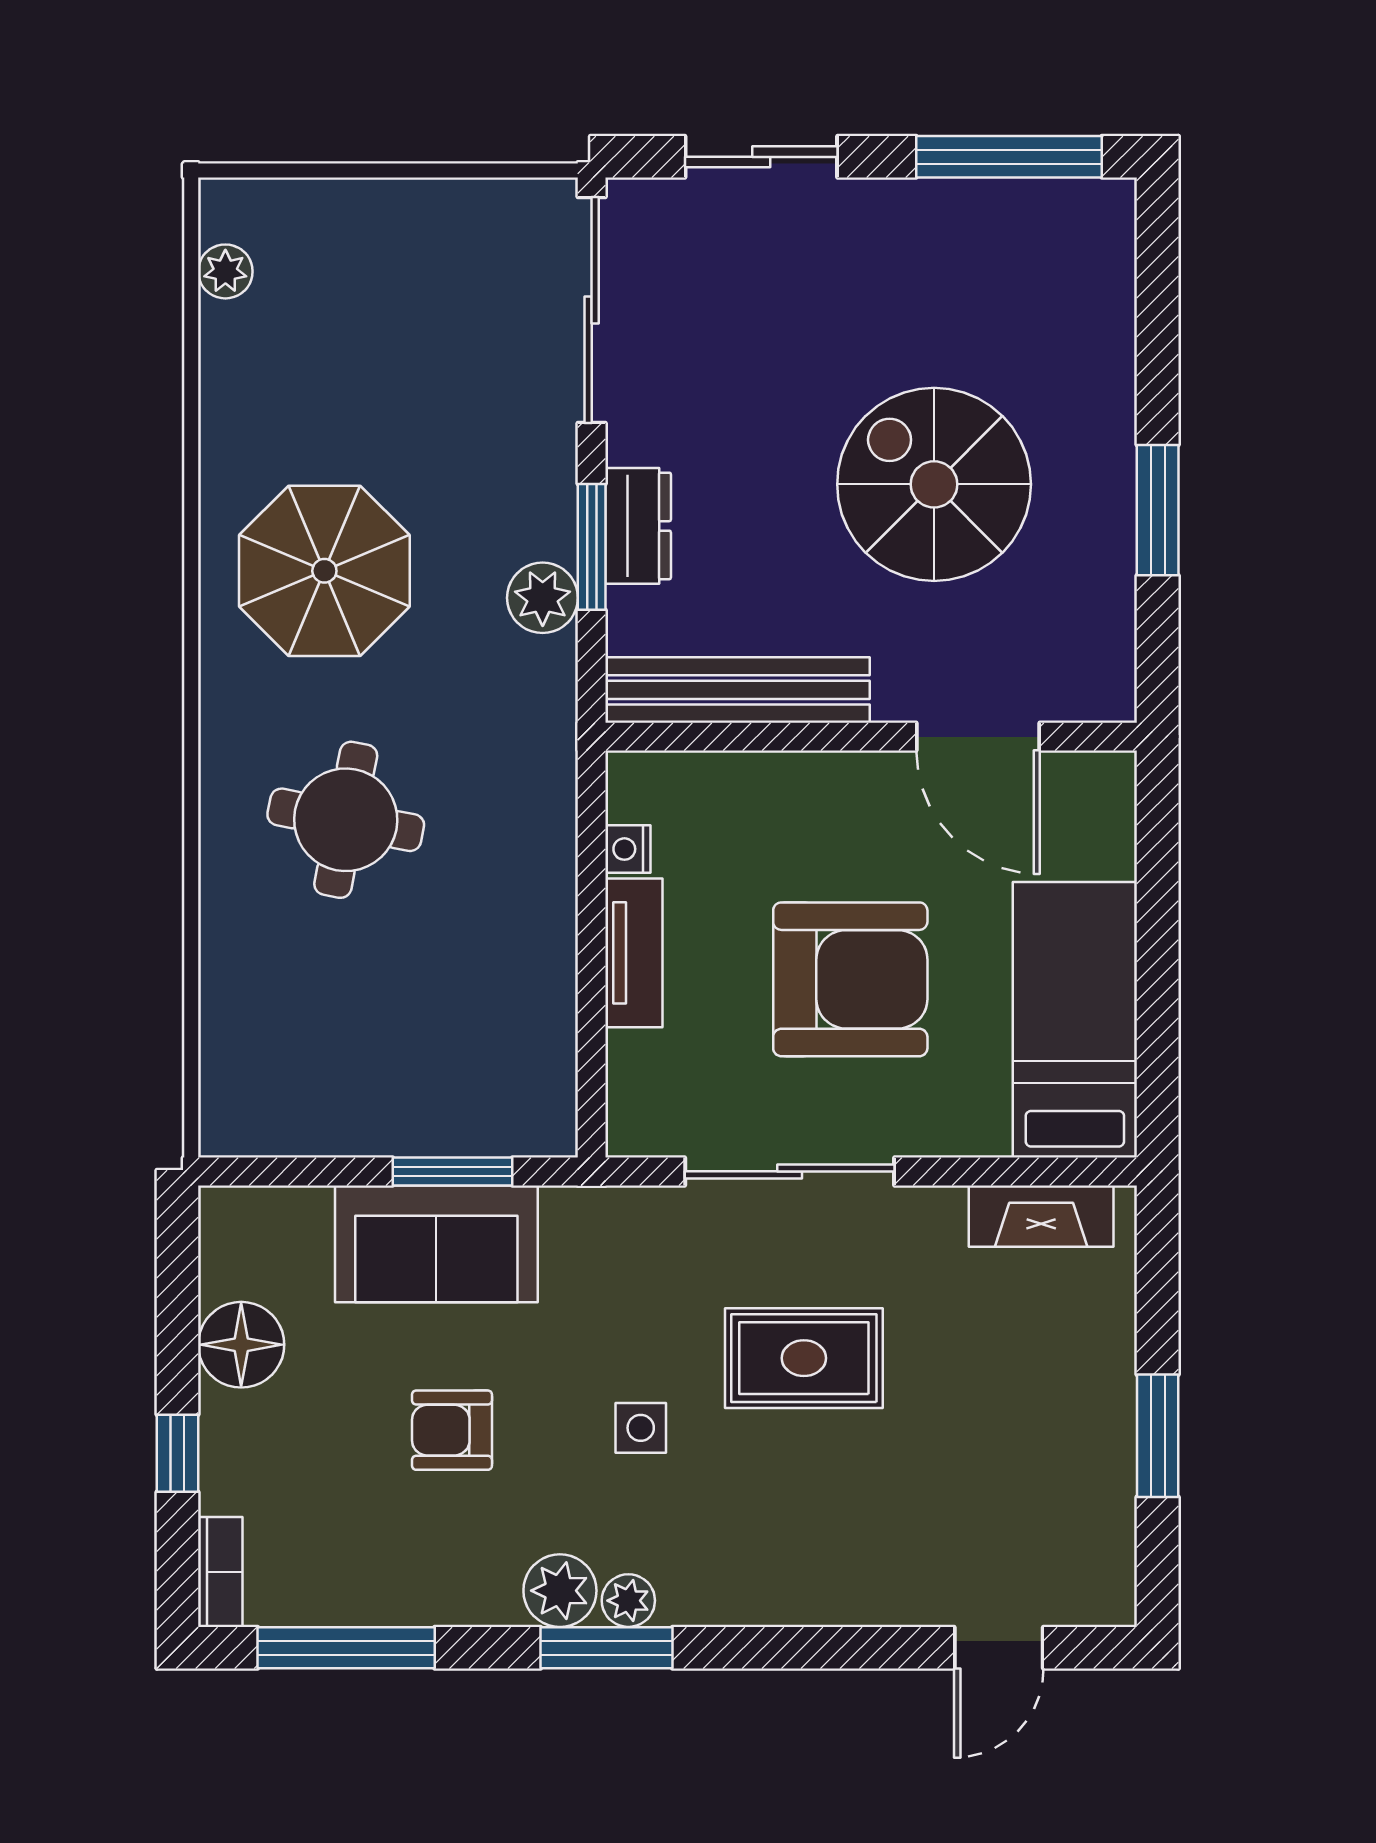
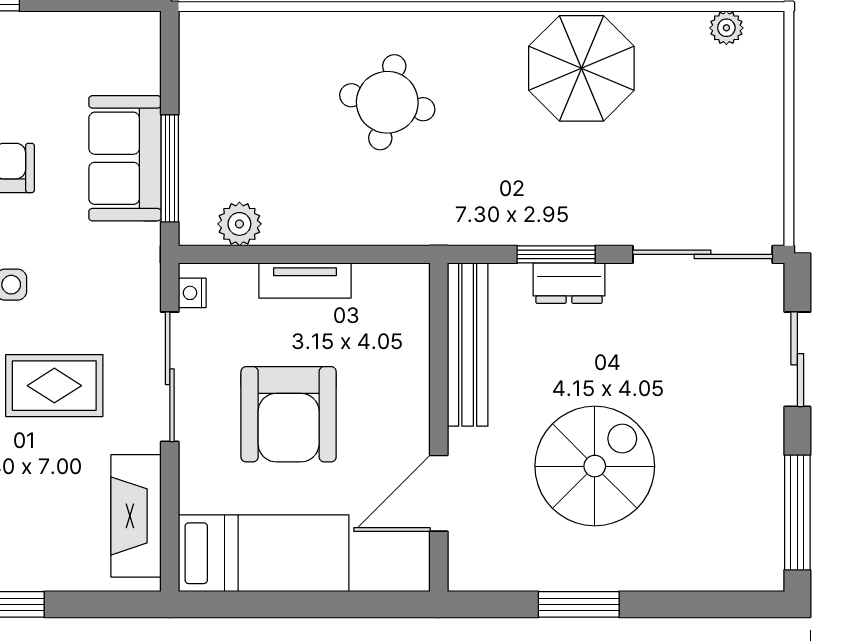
parasol: (324, 571) -> (581, 68), moved
plant: (543, 598) -> (239, 224), moved
nightstand: (628, 849) -> (192, 293), moved, turned -90
window: (453, 1171) -> (170, 168), width x1.44
fireplace: (1041, 1216) -> (136, 516), width x1.37, depth x1.32
floor lamp: (241, 1345) -> (63, 38), removed
rug: (804, 1358) -> (54, 386), turned 90

